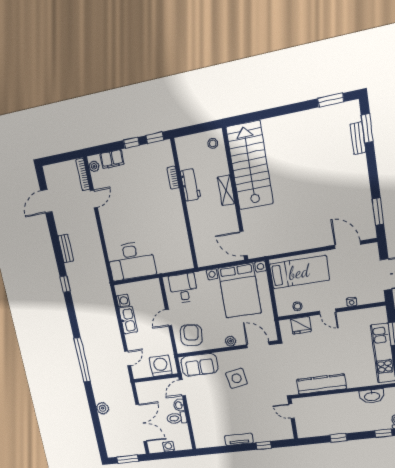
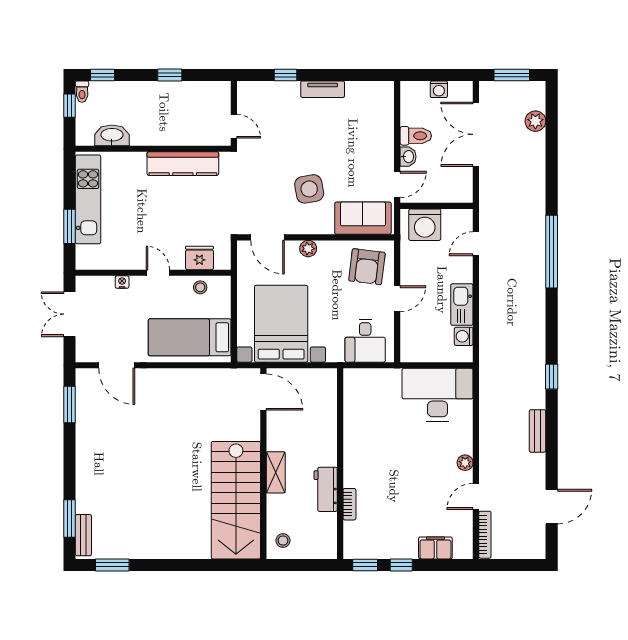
bench: (358, 138) -> (83, 535), moved
plant: (94, 166) -> (465, 463), moved
plant: (103, 408) -> (535, 121), moved

